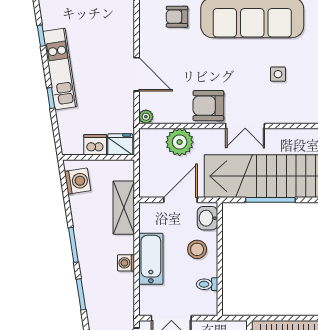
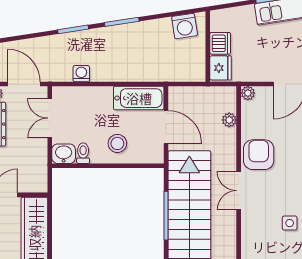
plant: (180, 142) -> (229, 120), width x0.53, depth x0.53
shelving: (124, 208) -> (158, 71), removed
washbasin: (207, 218) -> (64, 154), moved
bathtub: (151, 259) -> (139, 98), moved
washing machine: (126, 263) -> (81, 74), moved

